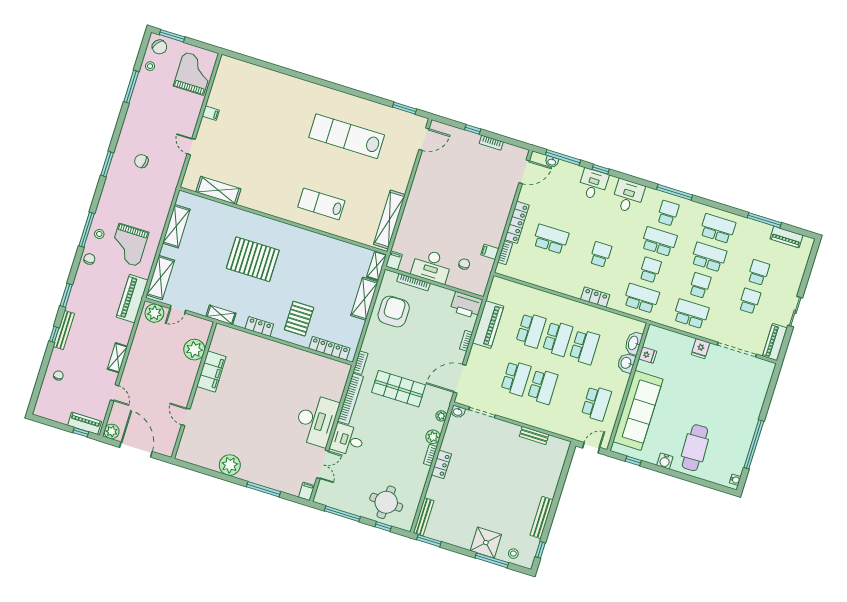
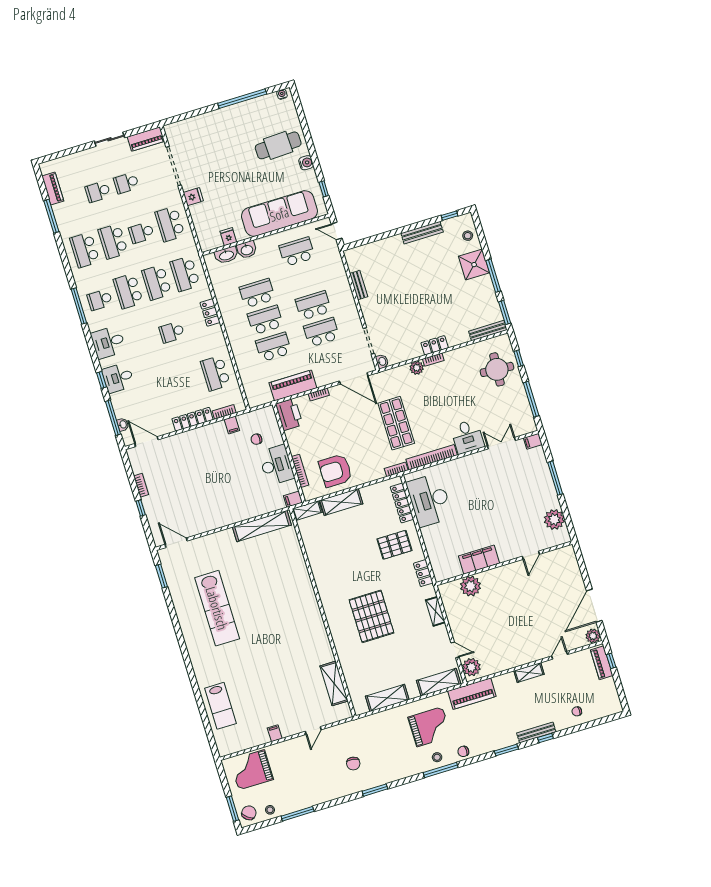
lab bench: (321, 204) -> (220, 706), moved
school desk: (551, 239) -> (215, 373), moved
school desk: (650, 270) -> (157, 282), width x1.85
plant: (194, 350) -> (471, 586), moved
filing cabinet: (211, 372) -> (479, 560), moved
wall: (194, 390) -> (504, 563), moved
plant: (441, 416) -> (395, 373), removed
door: (186, 417) -> (531, 555), moved
desk: (316, 420) -> (429, 500), moved, turned -90
window: (492, 560) -> (493, 276), moved

